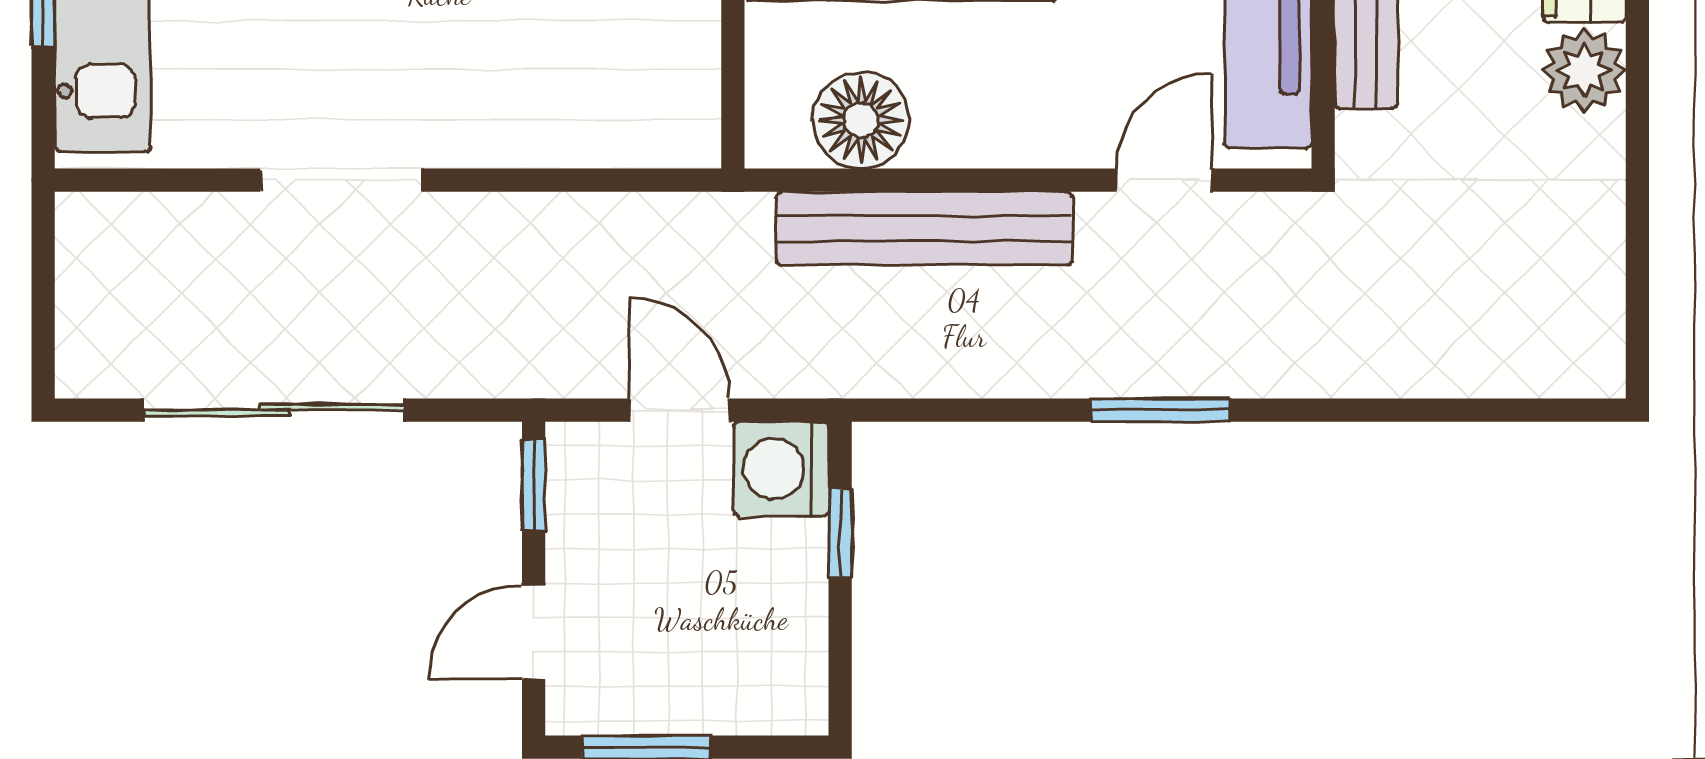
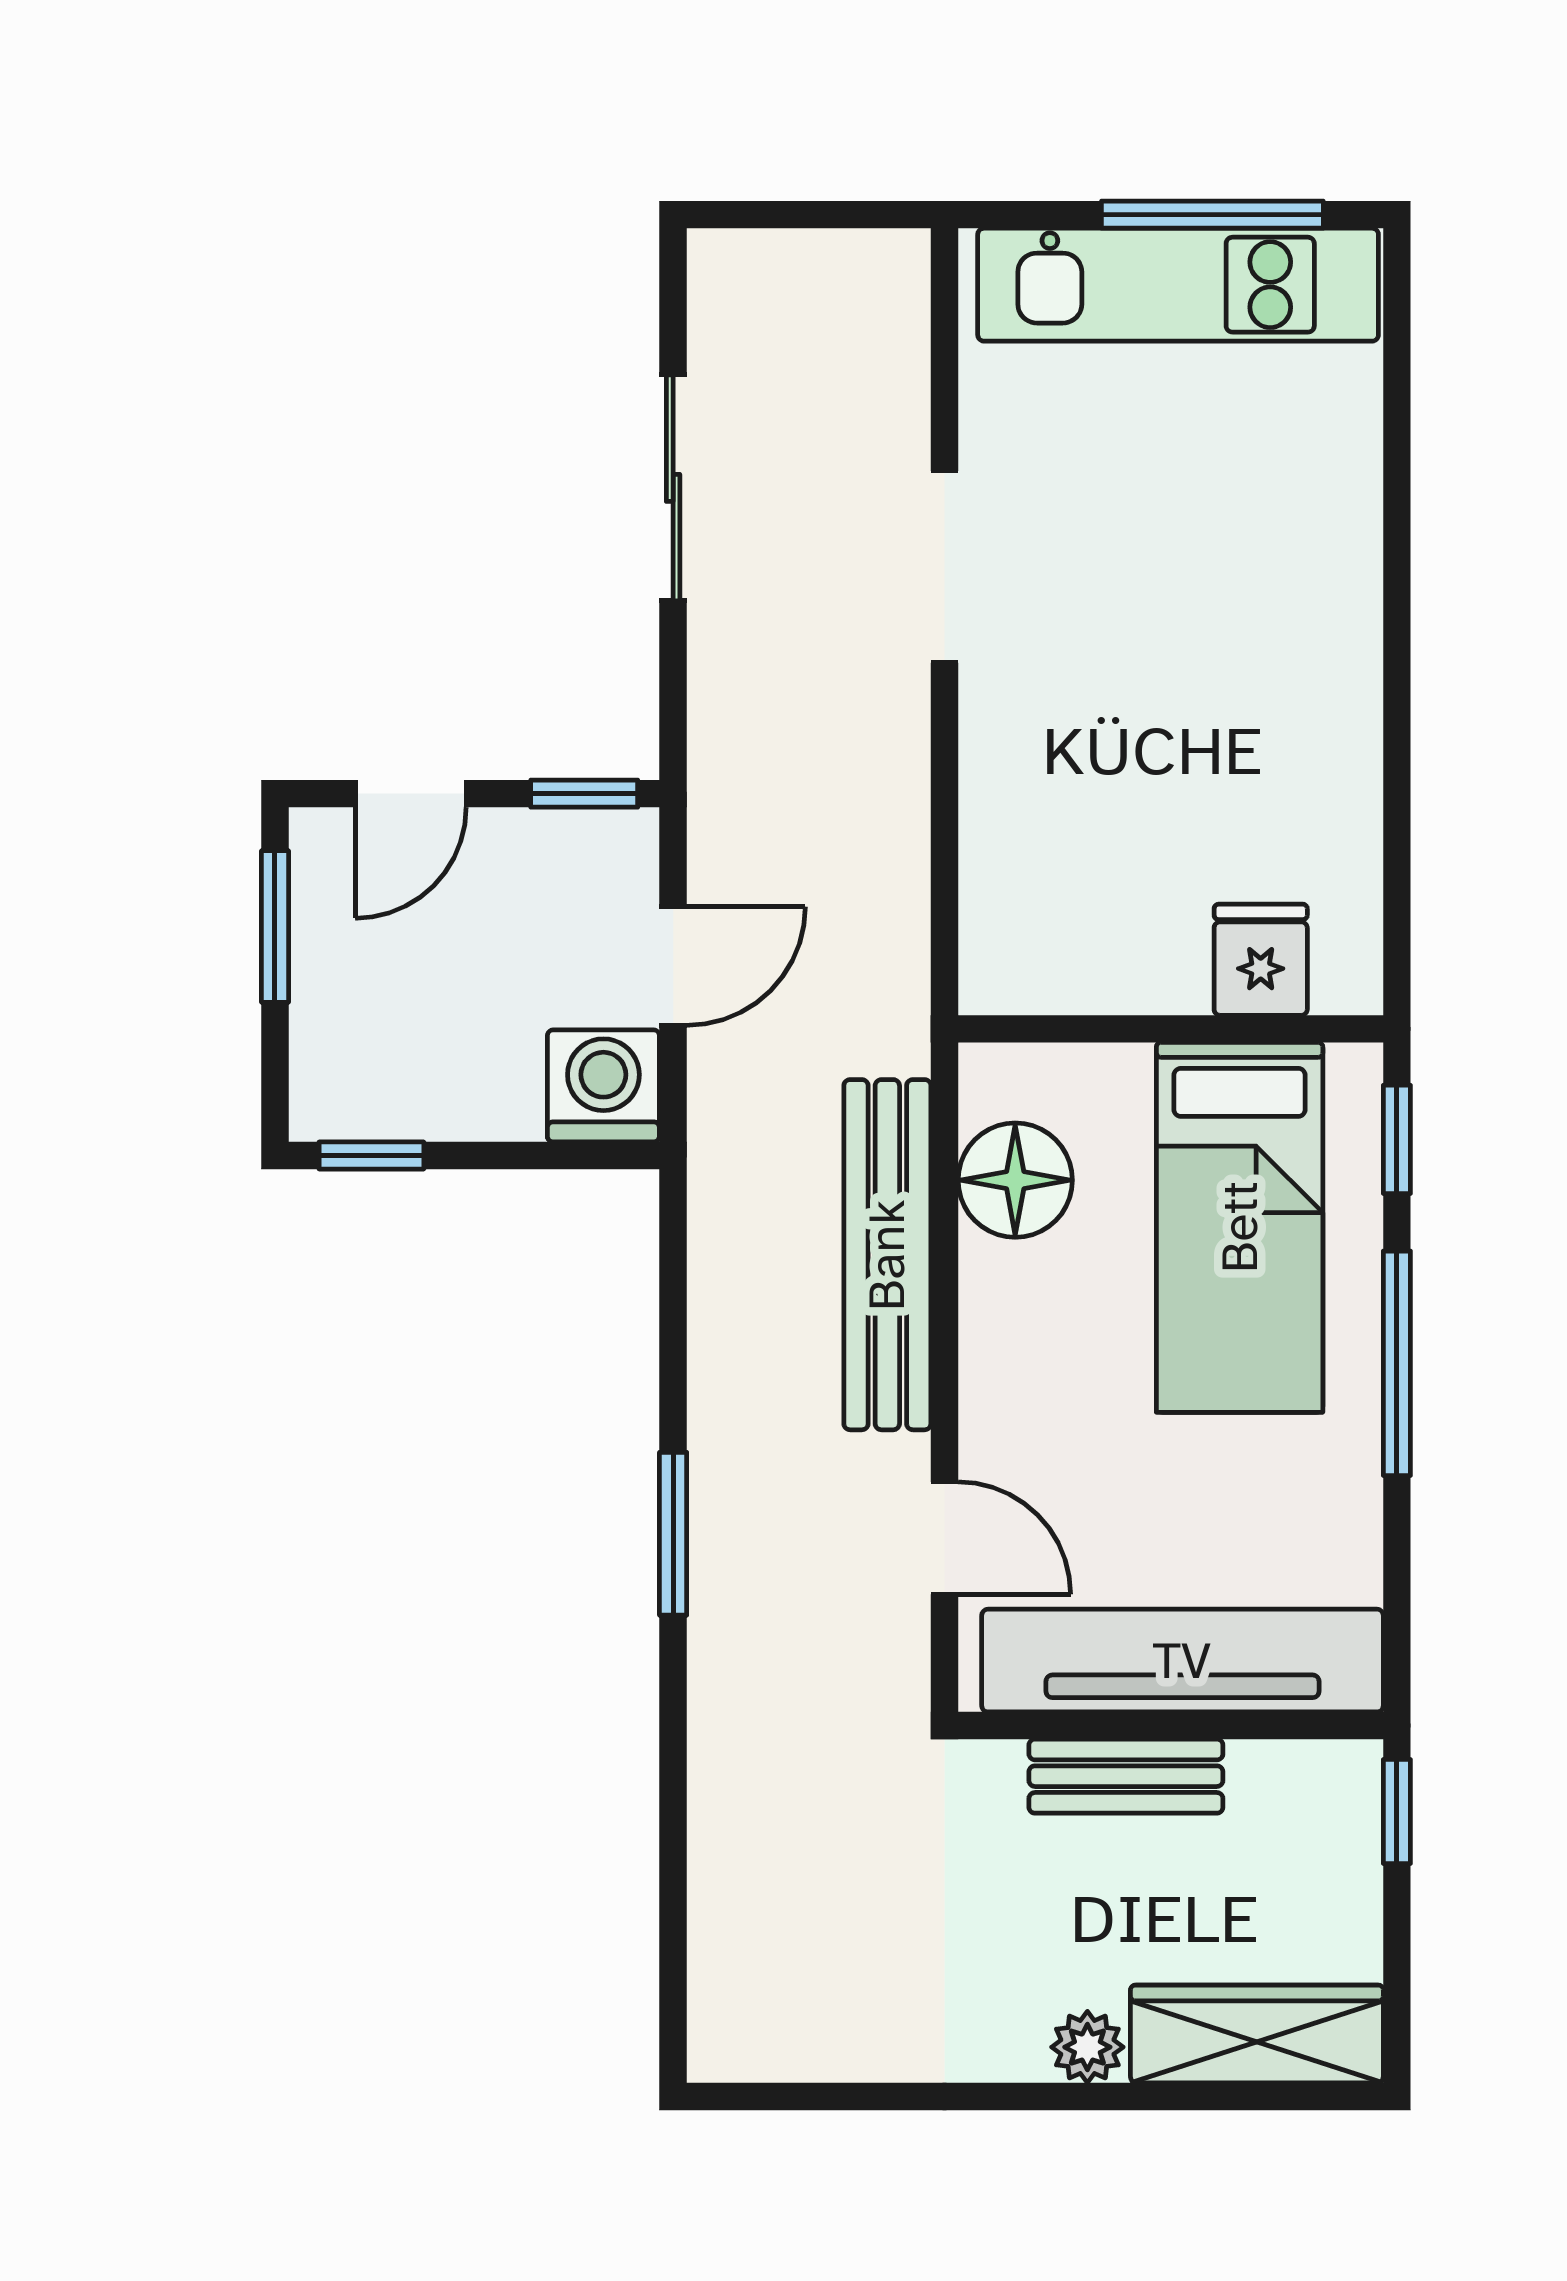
plant: (1584, 70) -> (1087, 2047), width x0.73, depth x0.73
sliding door: (275, 410) -> (673, 488), width x0.73
window: (840, 533) -> (371, 1156), moved
door: (534, 632) -> (411, 794), swing flipped

